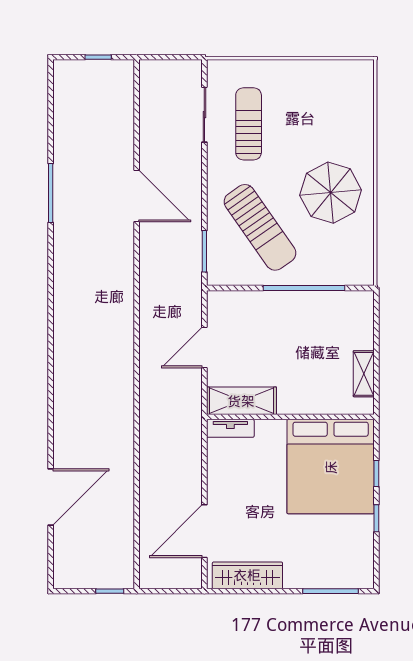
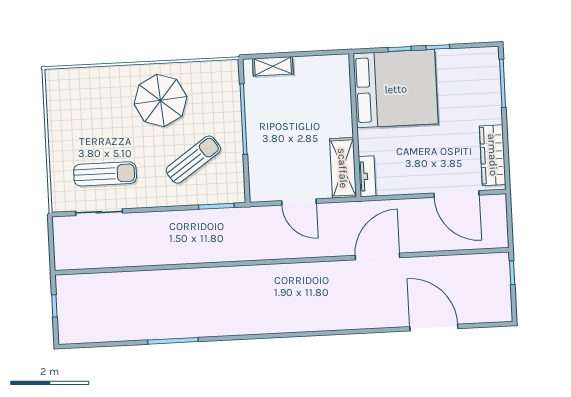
sun lounger: (249, 124) -> (105, 174), turned 180
door: (137, 196) -> (377, 256), moved
sun lounger: (260, 227) -> (193, 160), width x0.73, depth x0.75
shelving: (364, 374) -> (273, 66), moved

